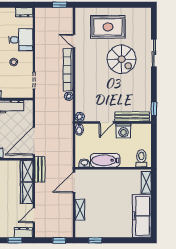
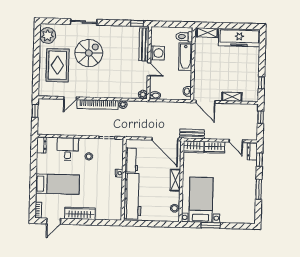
plant: (139, 16) -> (48, 36), added
bathtub: (105, 160) -> (185, 57), moved

